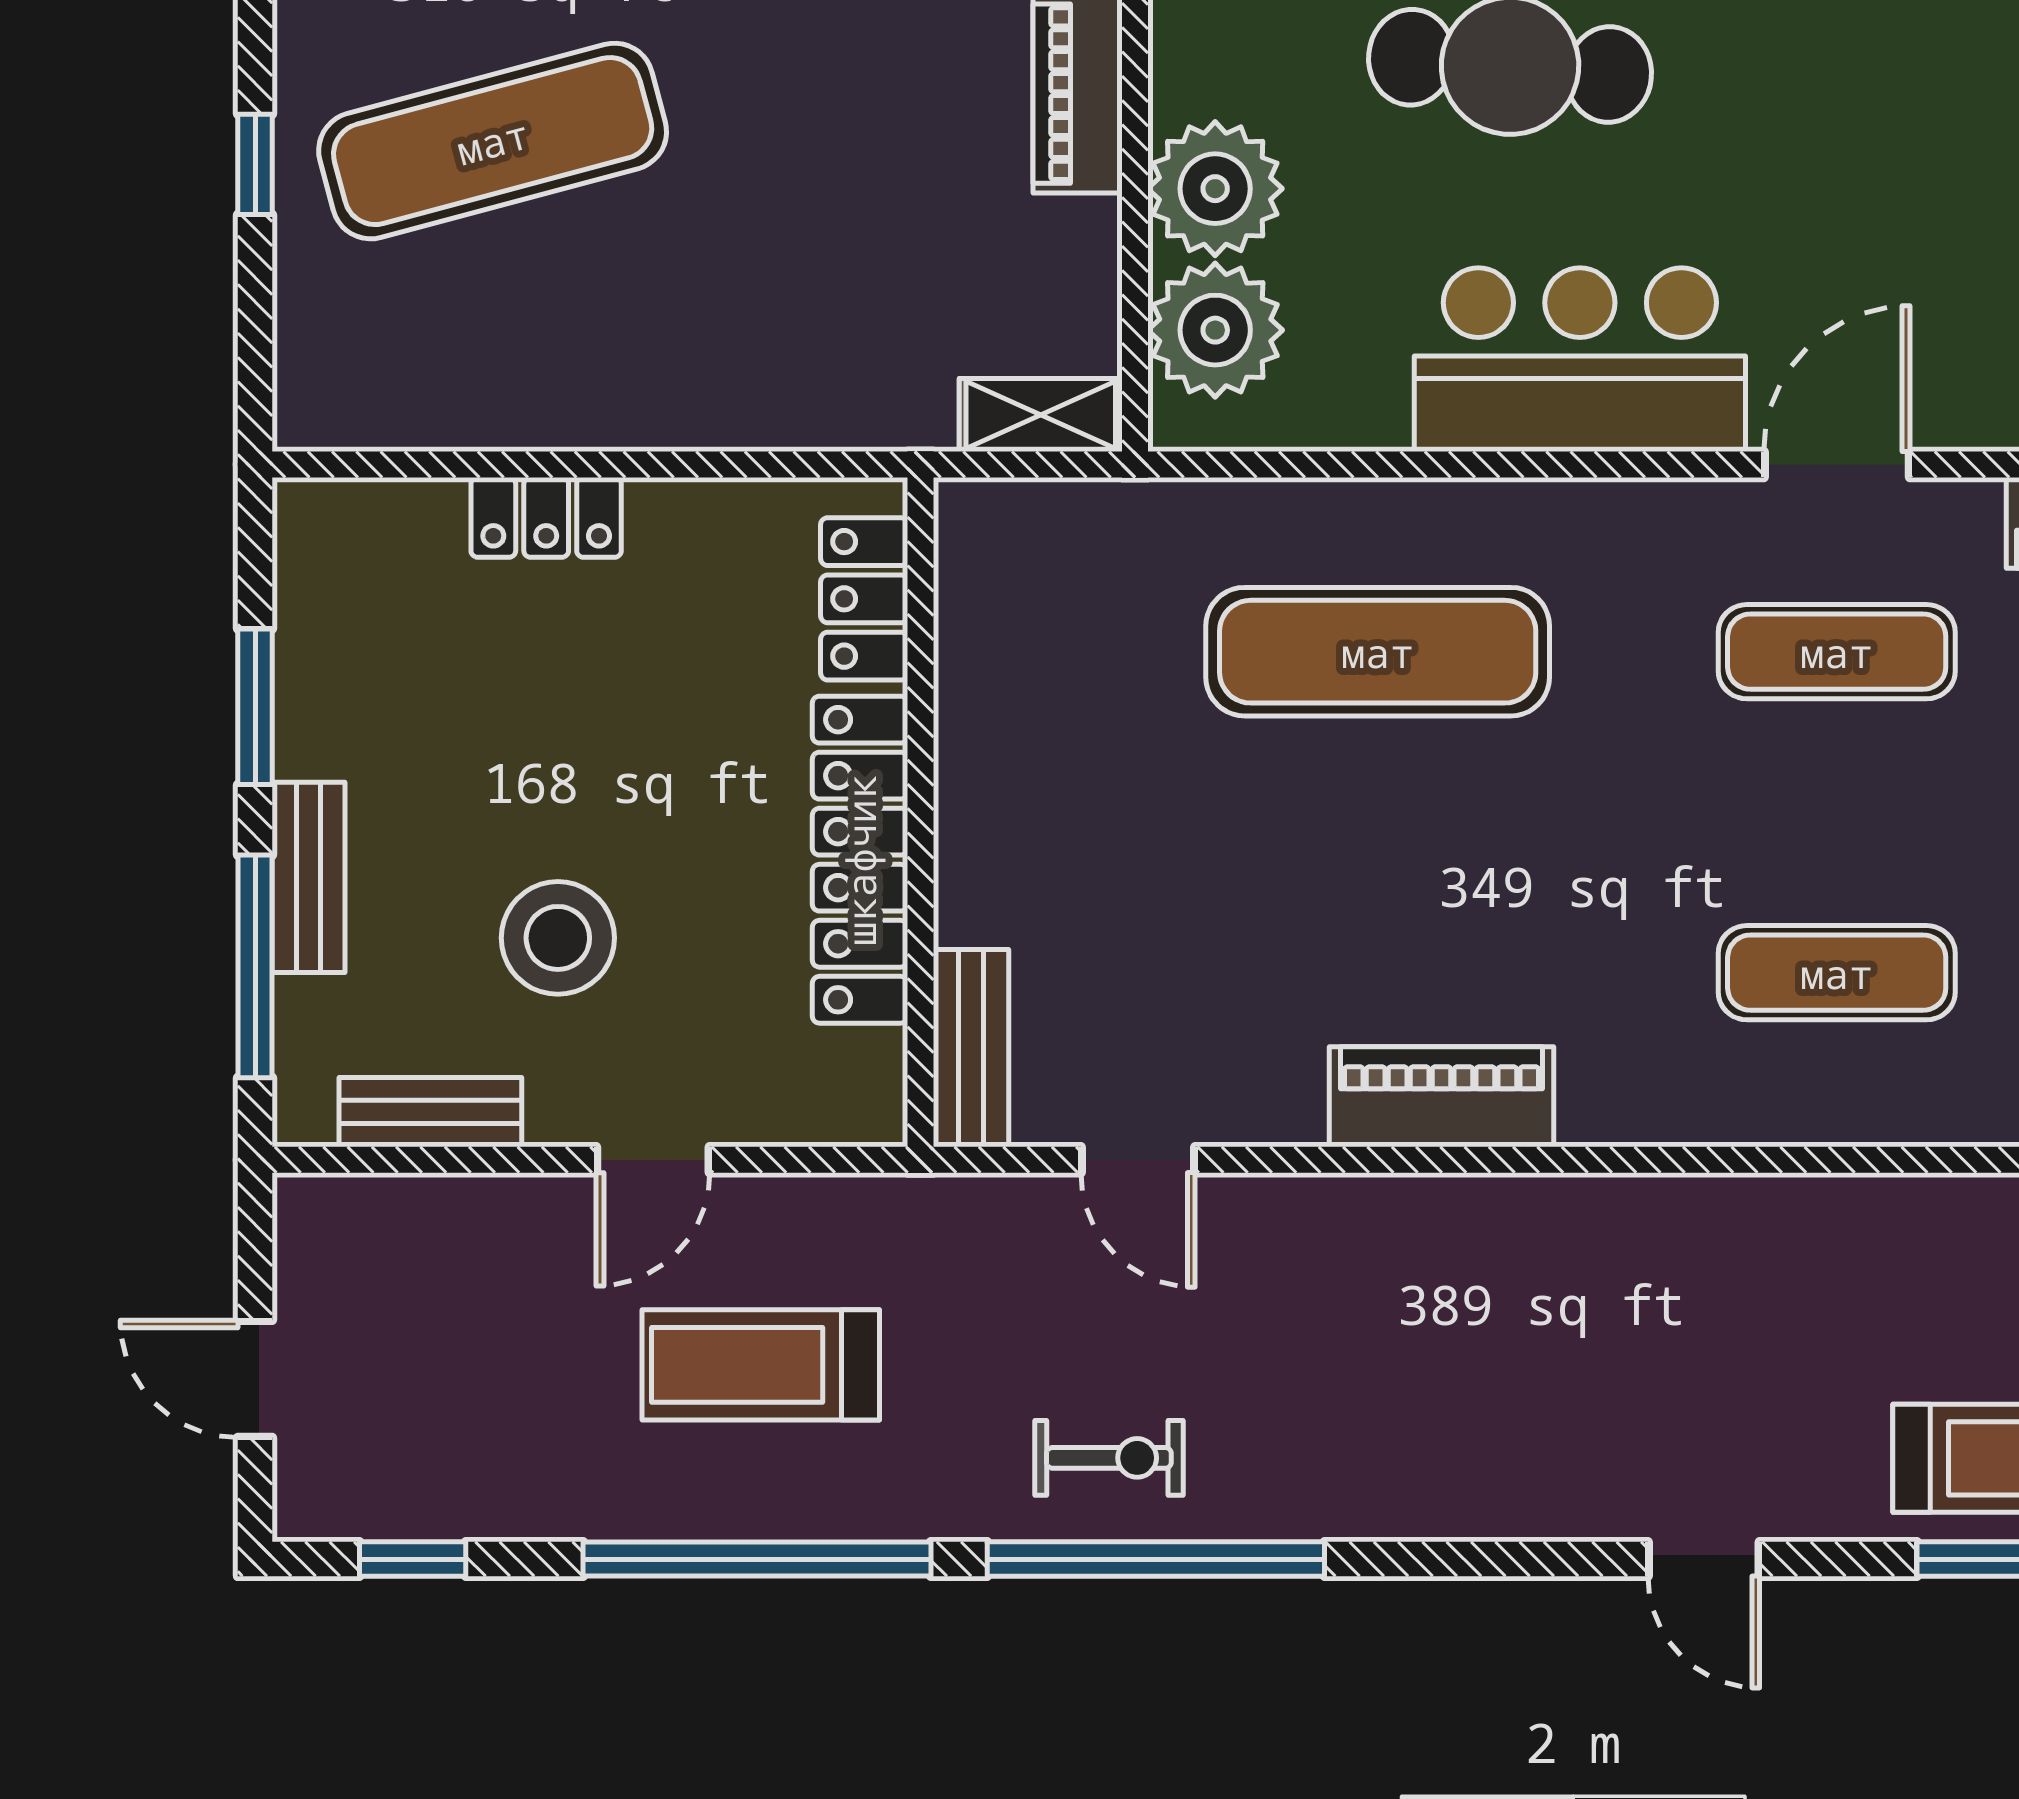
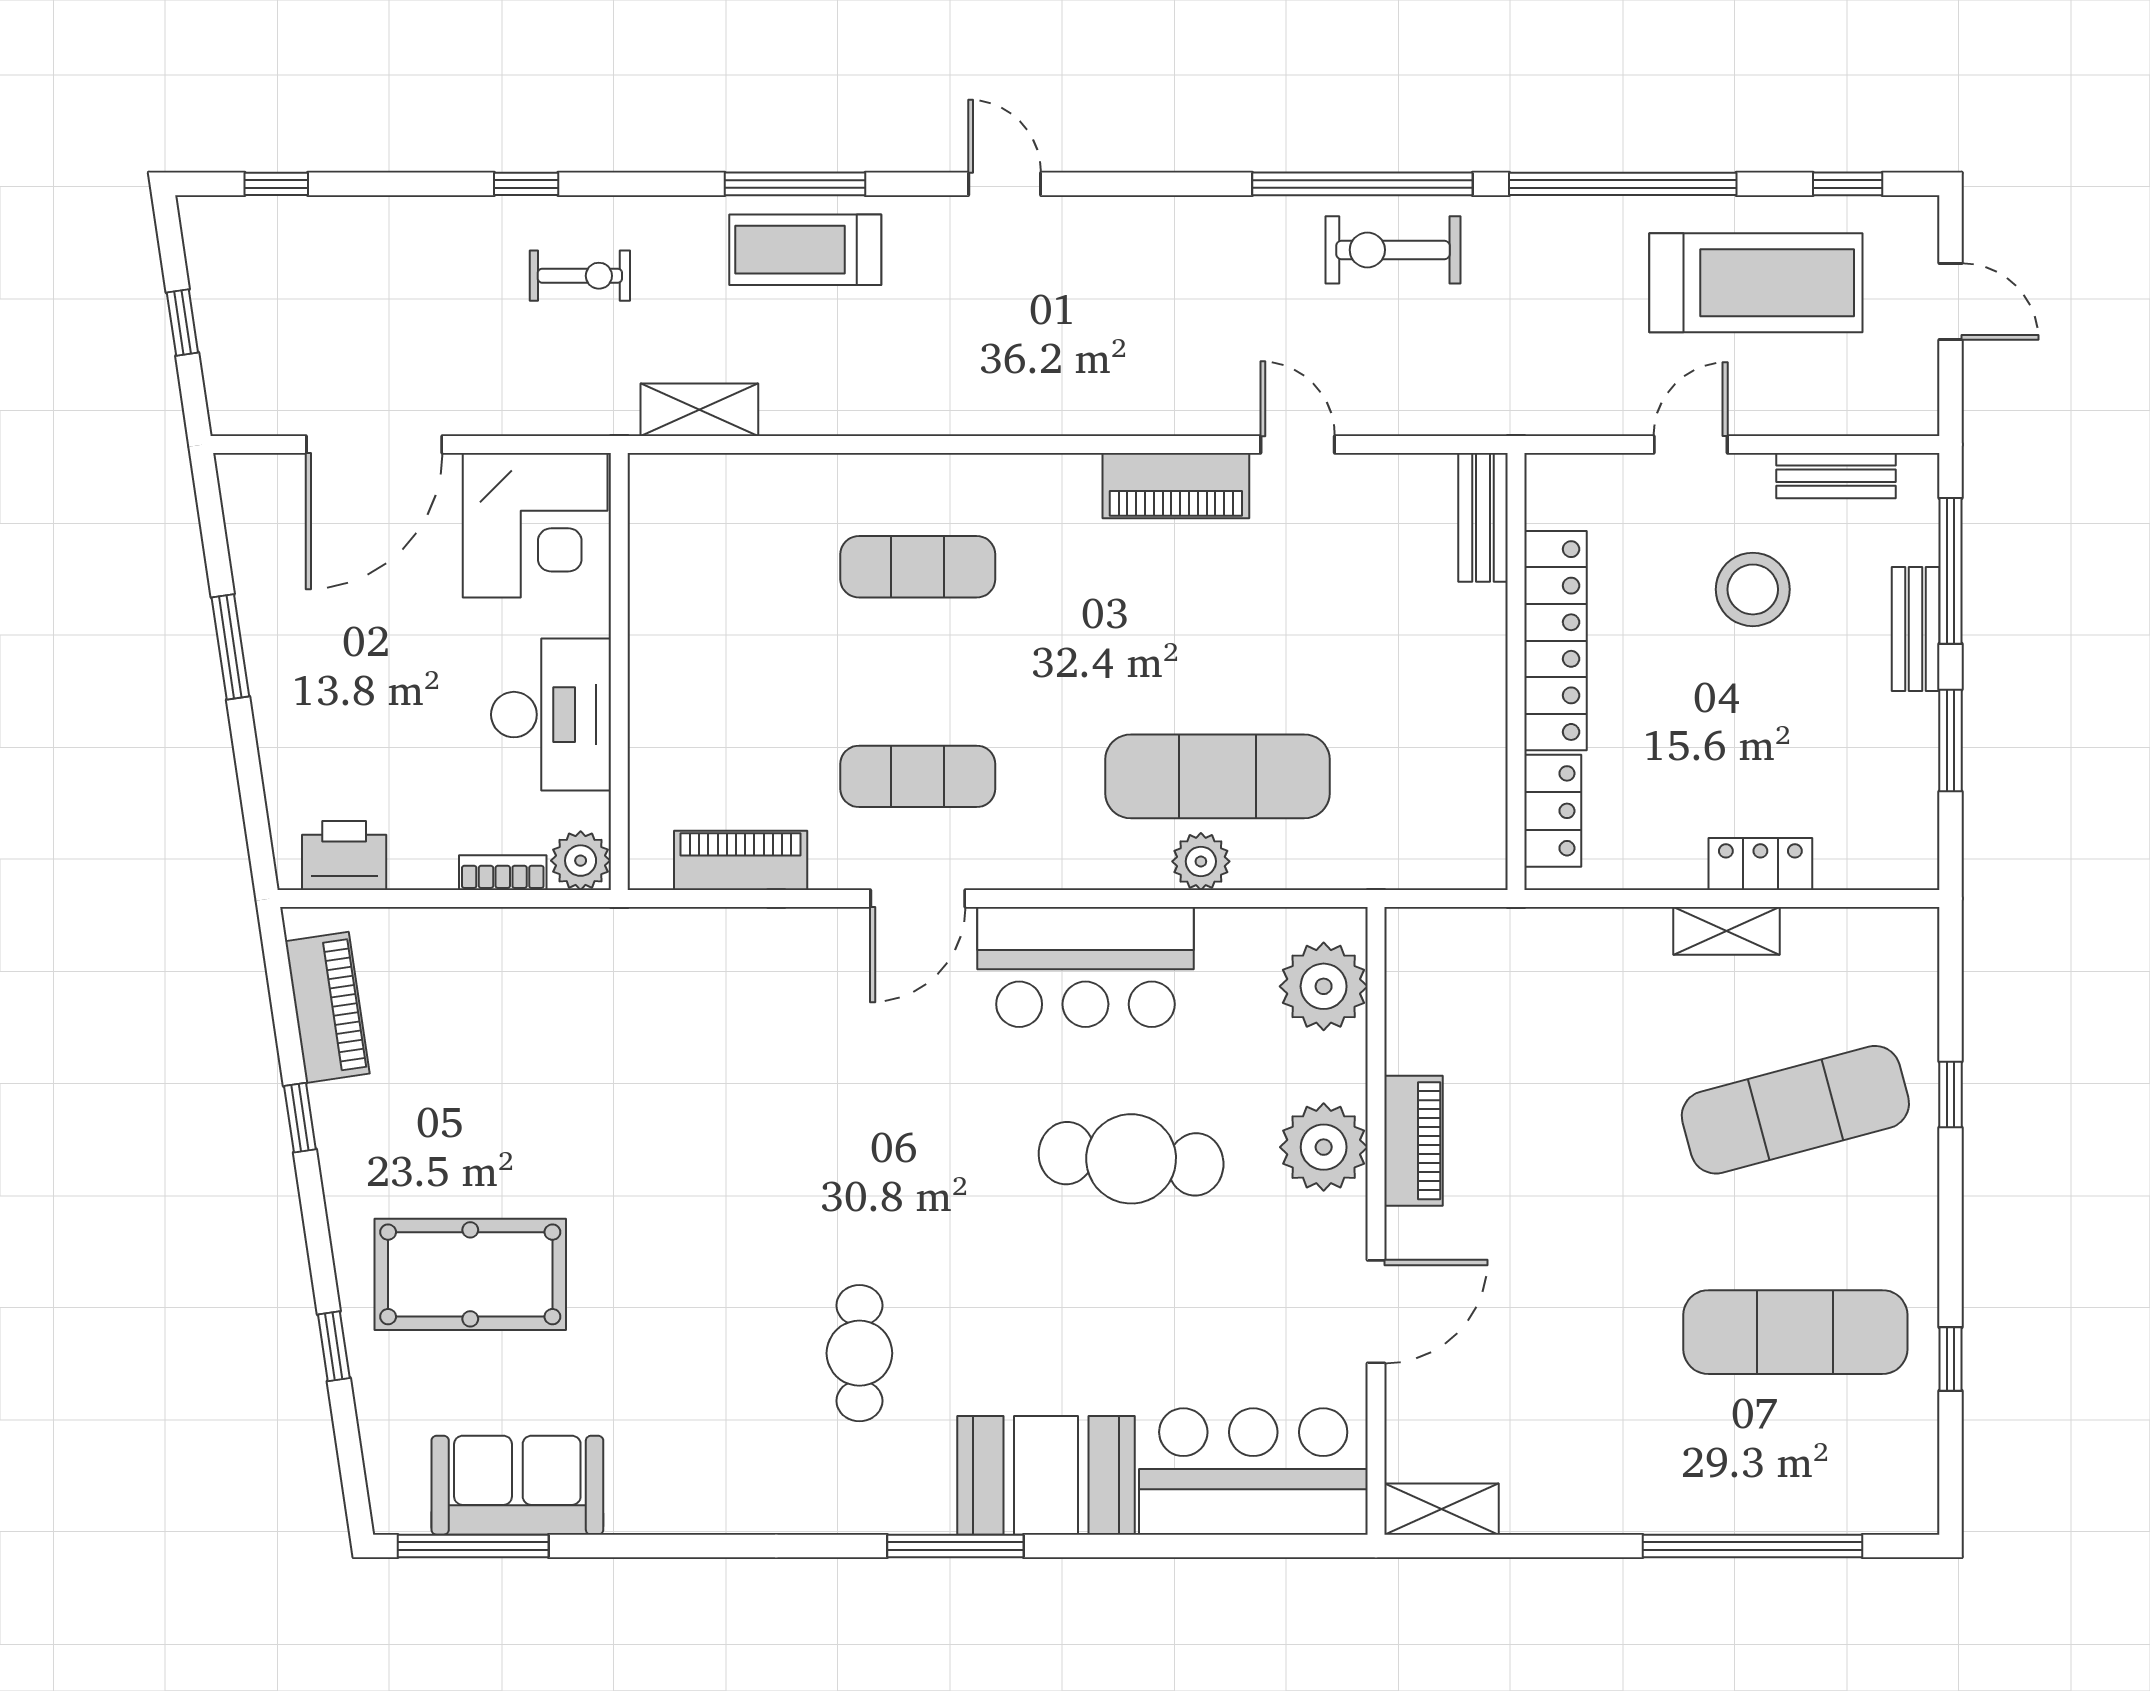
plant: (1215, 189) -> (1324, 1147), moved
shelving: (1041, 415) -> (1726, 931), moved
plant: (1403, 521) -> (1201, 861), added
door: (1138, 1160) -> (1298, 445), moved
treadmill: (761, 1365) -> (1756, 283), moved, width x1.37, depth x1.38
exercise bike: (1109, 1458) -> (1393, 250), width x1.38, depth x1.39

